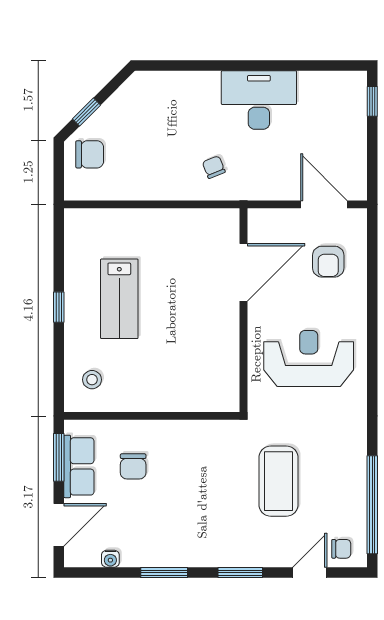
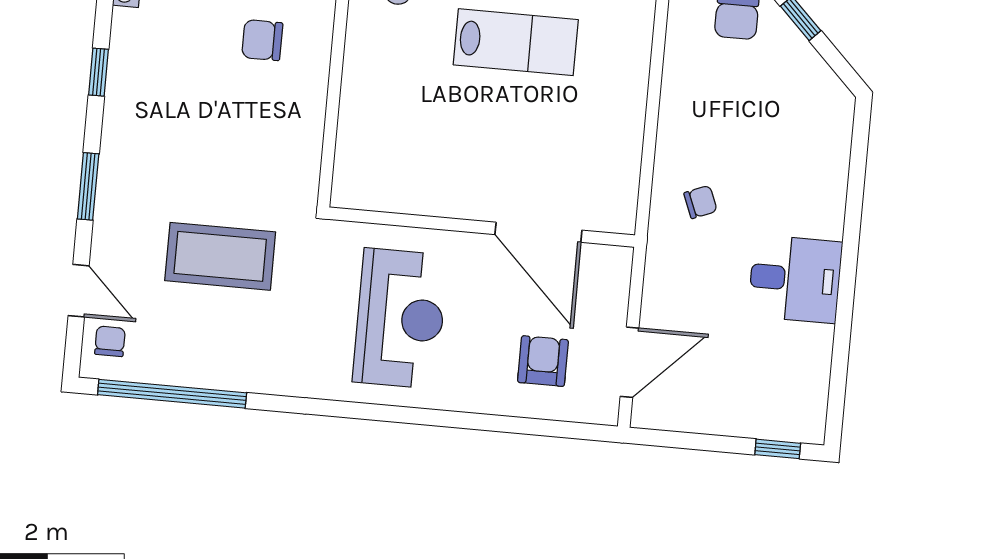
desk: (259, 100) -> (795, 279), width x0.73
armchair: (328, 262) -> (543, 361), turned 90
lab bench: (119, 299) -> (516, 42), turned 180
chair: (341, 549) -> (110, 341), turned 180
window: (164, 573) -> (98, 72), width x0.67

